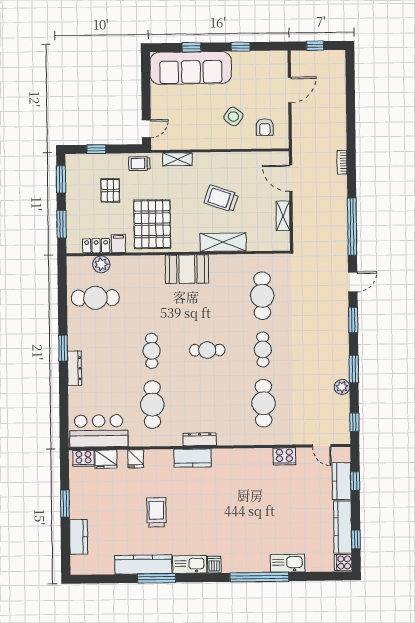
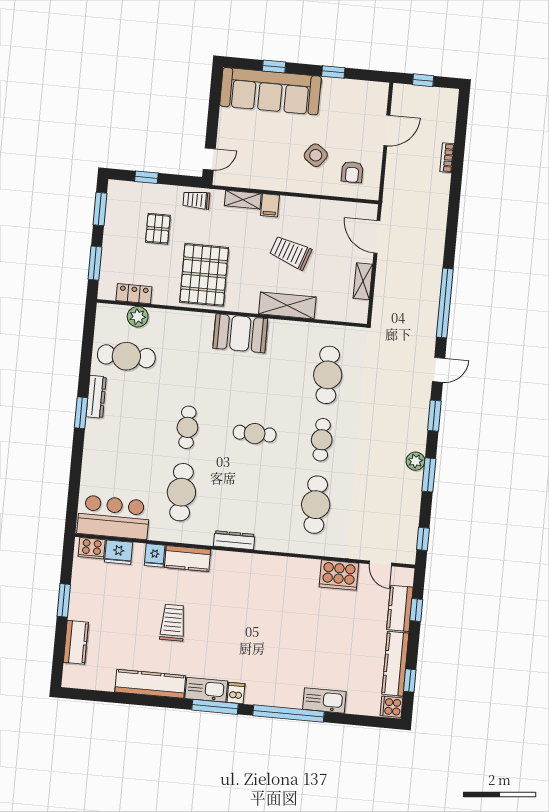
bookcase: (342, 162) -> (447, 158), moved
filing cabinet: (118, 243) -> (270, 205), moved, turned 180
dresser: (75, 368) -> (96, 397), moved
plant: (342, 387) -> (415, 461), moved
cooker: (284, 456) -> (339, 575), width x1.37, depth x1.31
kitchen counter: (192, 458) -> (188, 558), moved
window: (156, 578) -> (215, 707), moved

